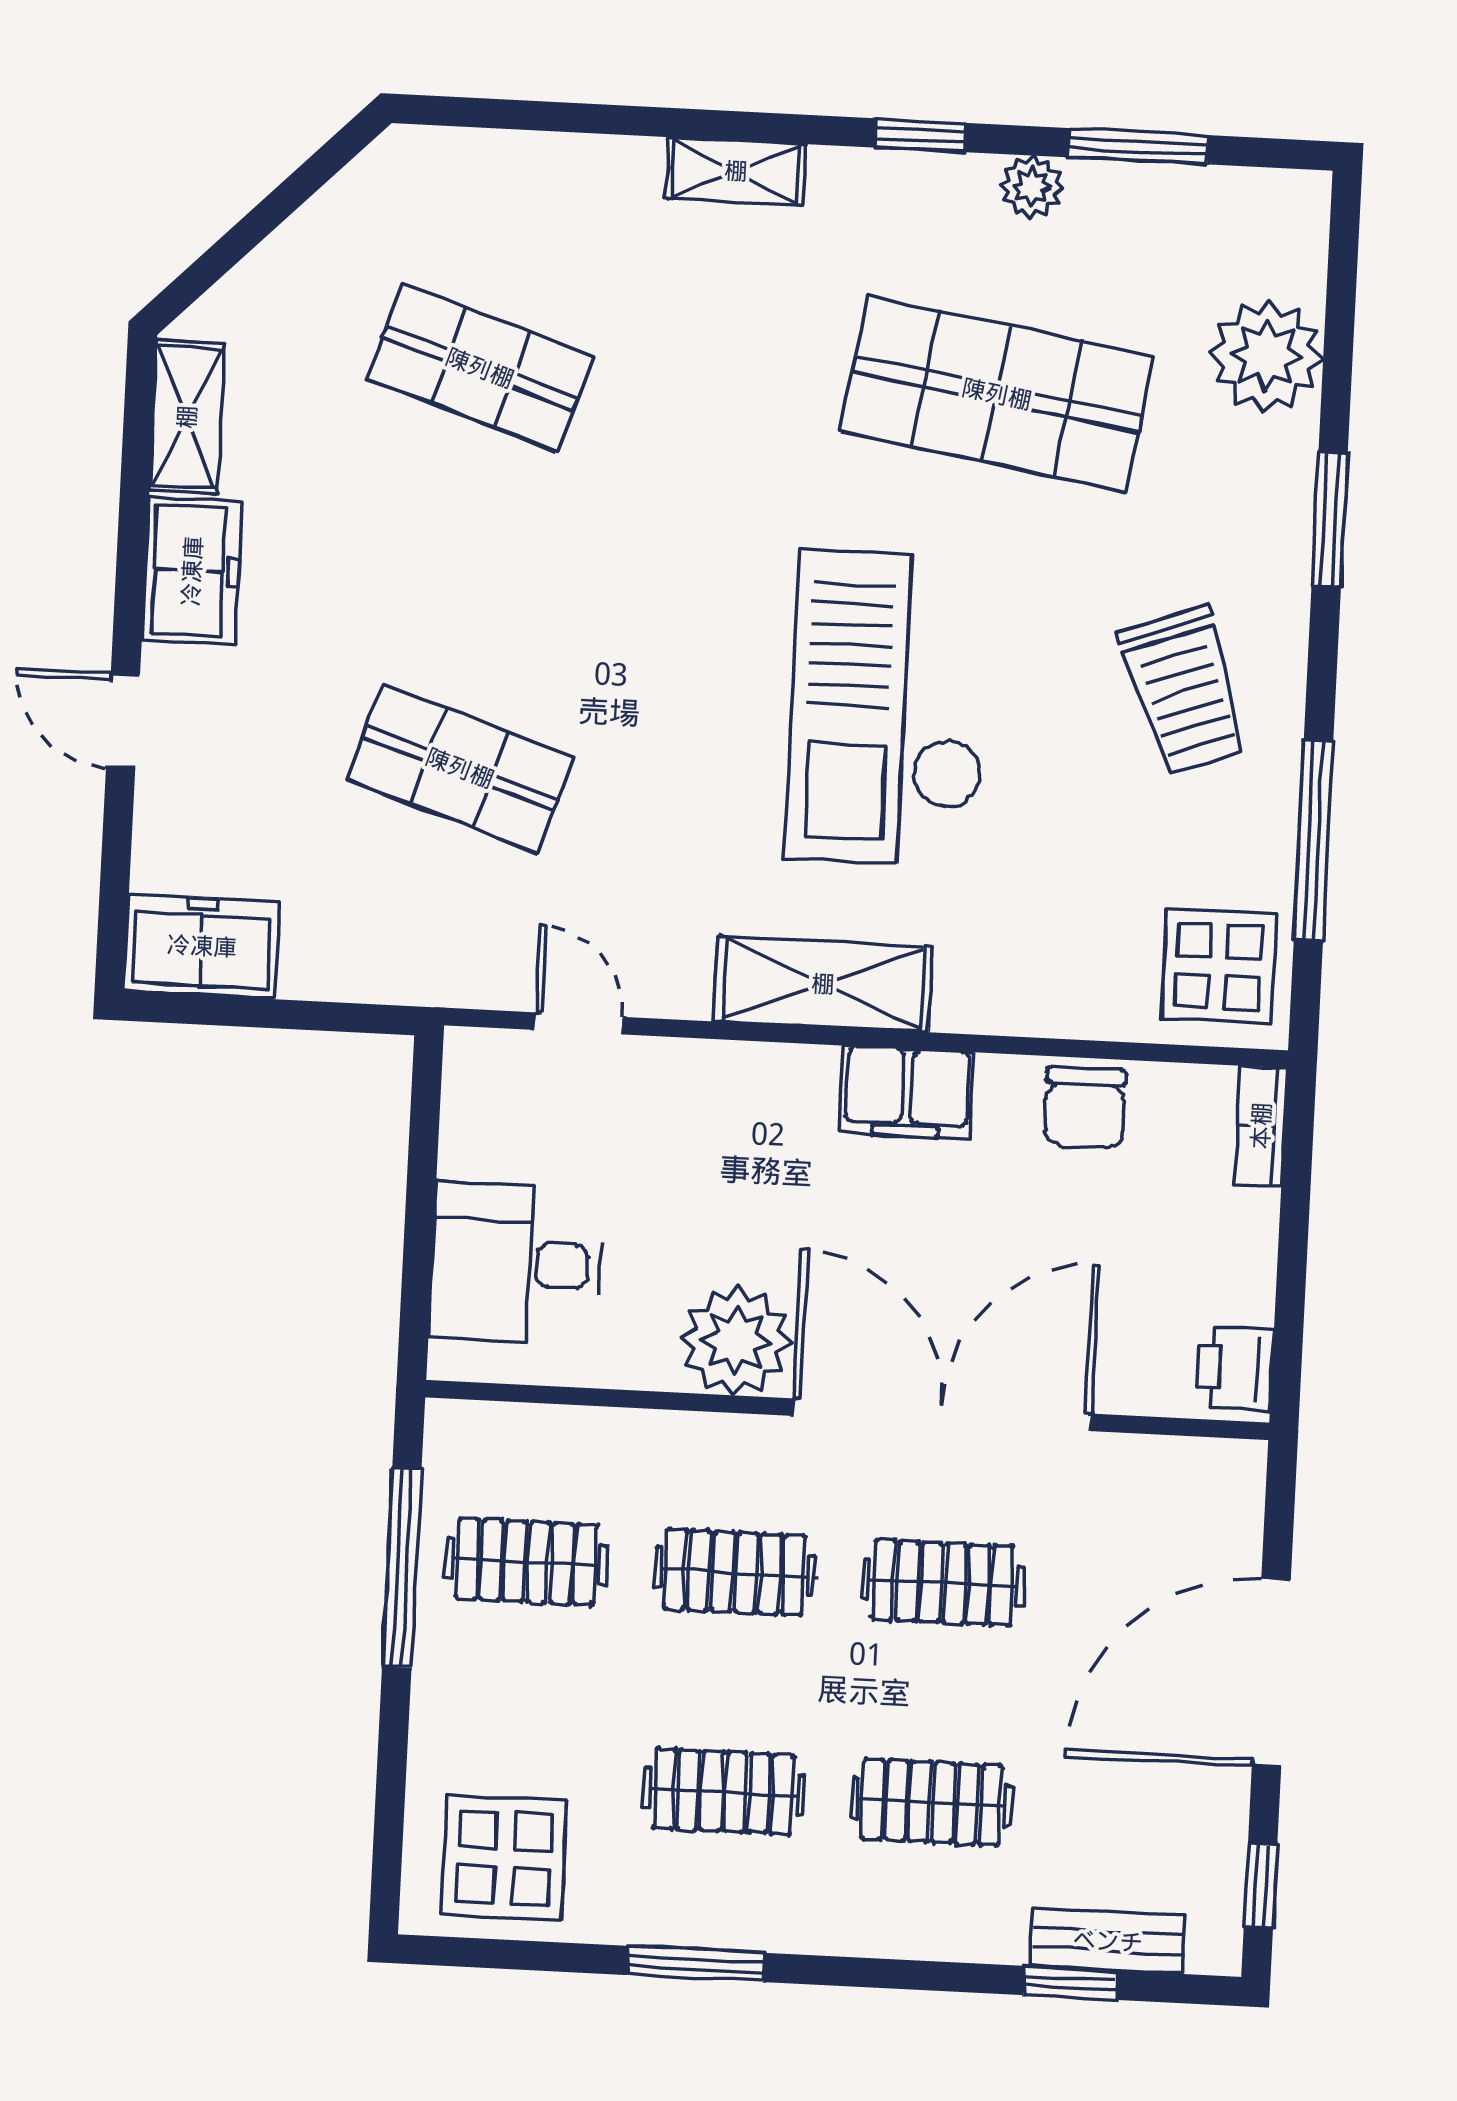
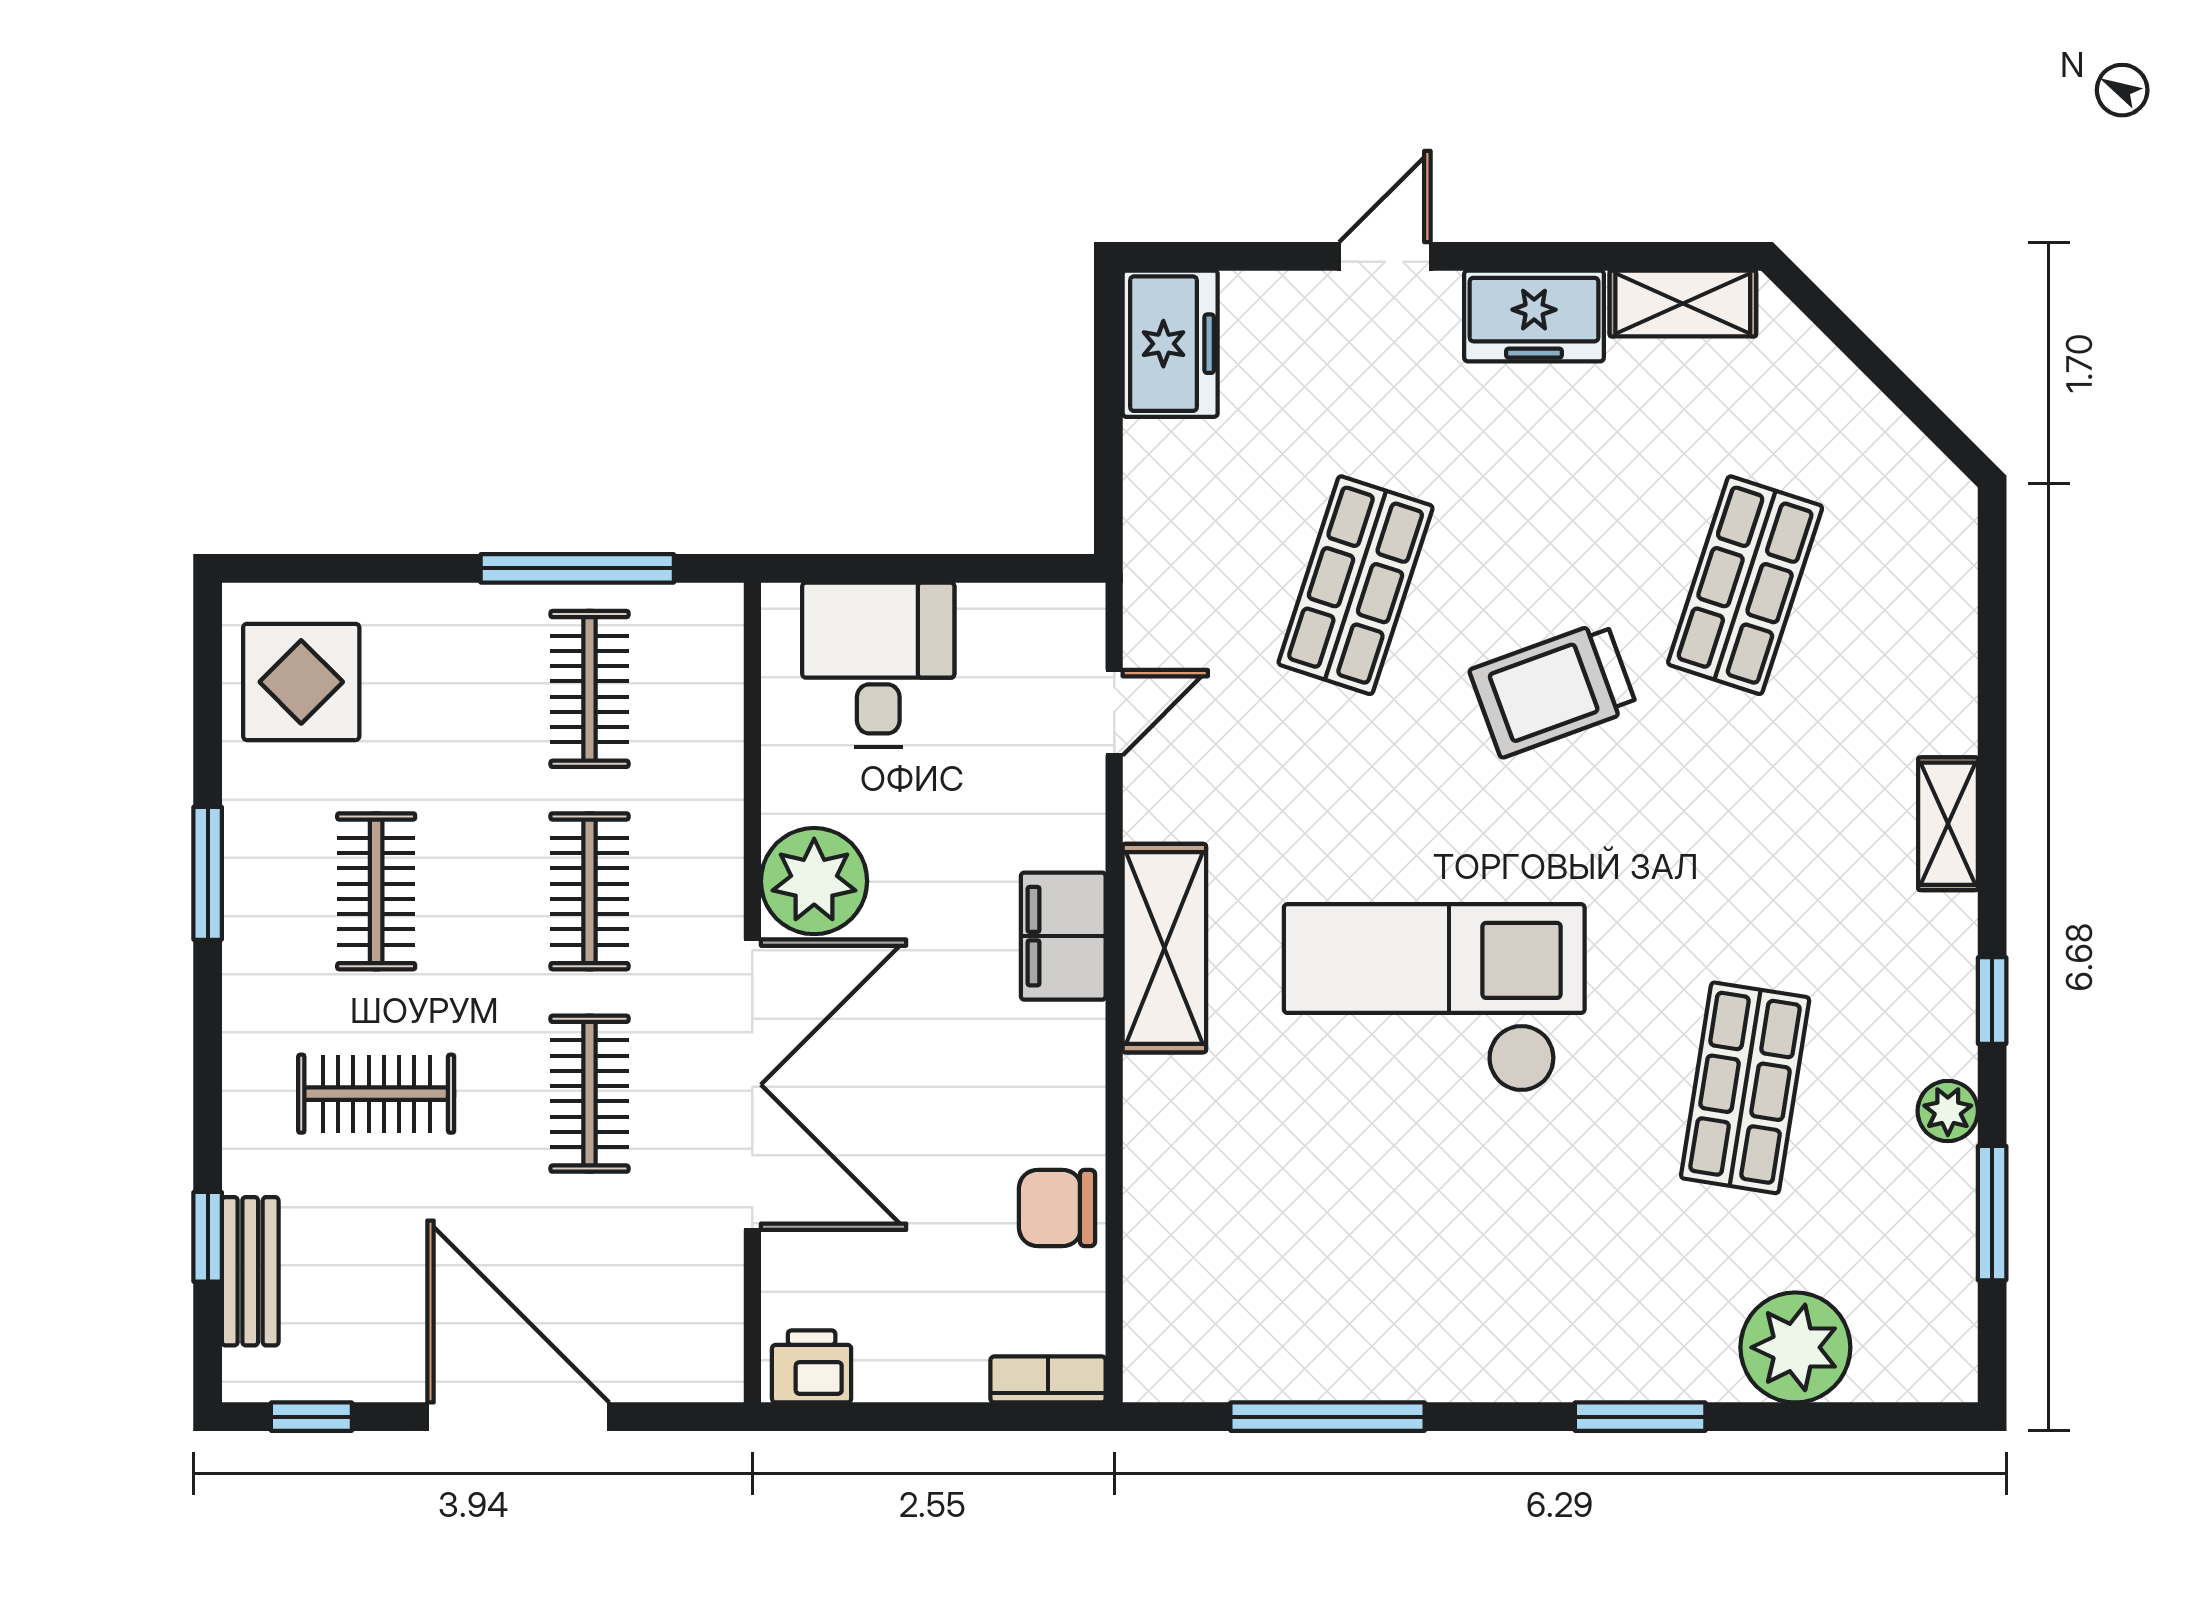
shop shelf: (997, 394) -> (1745, 1088), width x0.70, depth x0.74
trolley: (1185, 690) -> (1553, 689), moved
display table: (1219, 967) -> (1201, 1331), removed
filing cabinet: (907, 1092) -> (1063, 936), moved
clothes rail: (932, 1802) -> (376, 1094), turned 90

